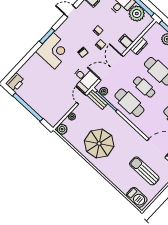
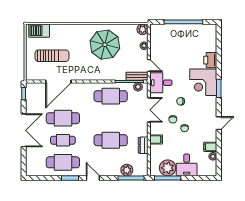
double door: (111, 67) -> (149, 110), width x0.73
printer: (15, 82) -> (210, 60), moved
cafe table: (144, 87) -> (111, 118), removed

